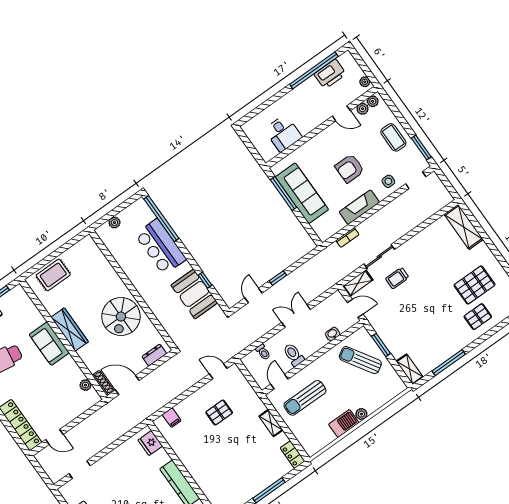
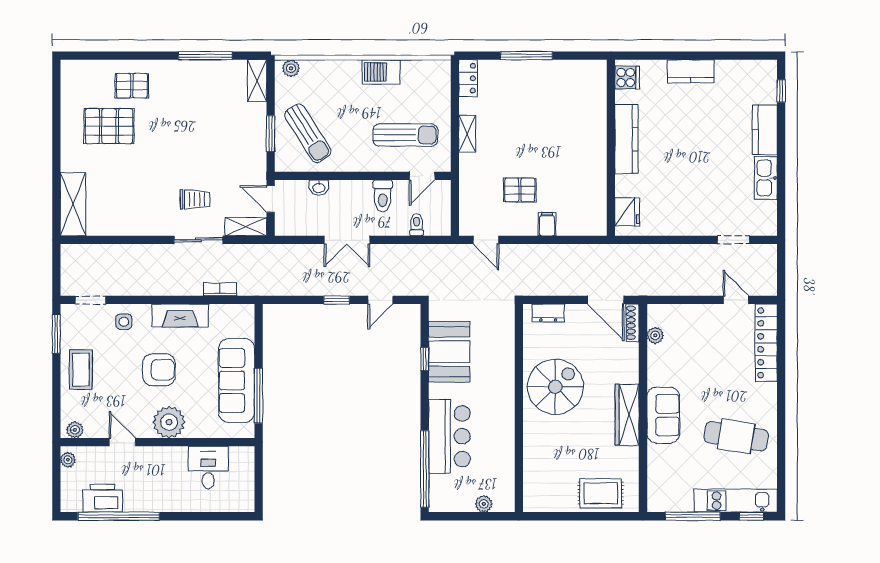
plant: (363, 109) -> (169, 422), moved, width x1.87, depth x1.87
plant: (361, 414) -> (291, 68), moved
filing cabinet: (172, 418) -> (547, 224), moved

